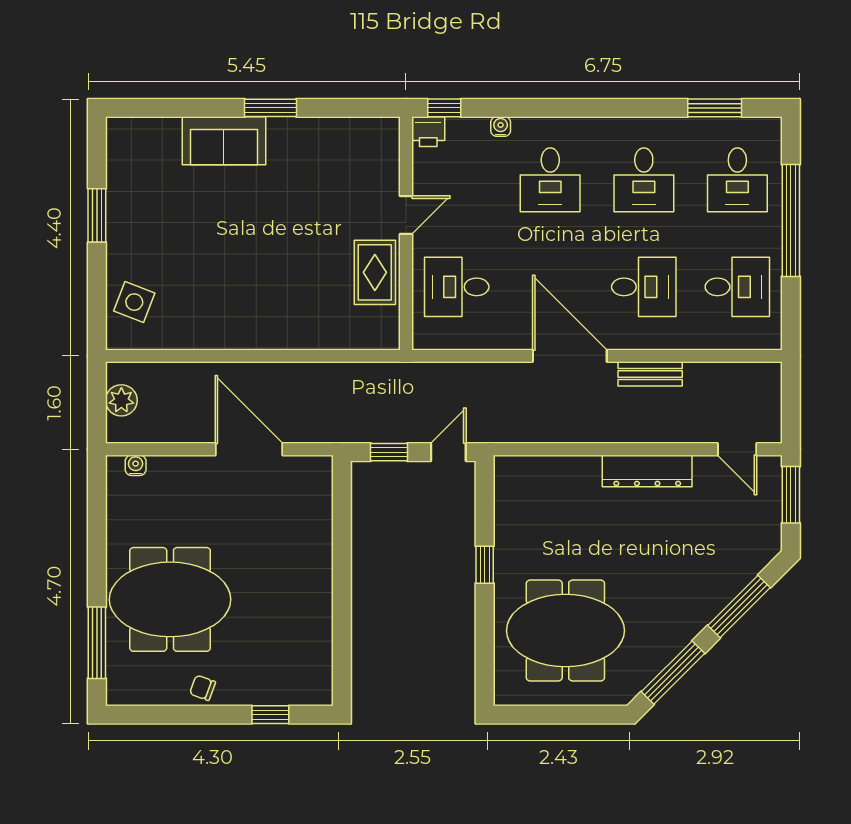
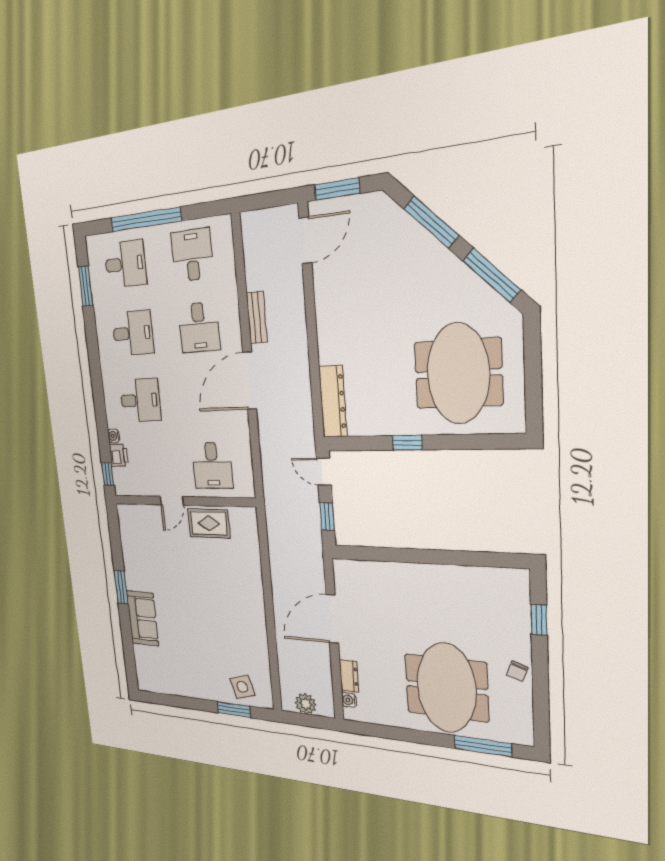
printer: (428, 132) -> (119, 455), moved
window: (97, 215) -> (234, 710), moved
door: (406, 215) -> (172, 501), swing flipped
desk: (644, 287) -> (199, 327), turned 180
side table: (134, 302) -> (242, 687), turned -38
door: (737, 449) -> (305, 240), width x1.38
dresser: (170, 468) -> (349, 676), added
dresser: (647, 471) -> (333, 402), moved

